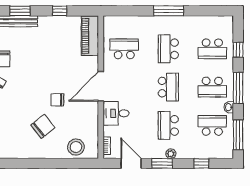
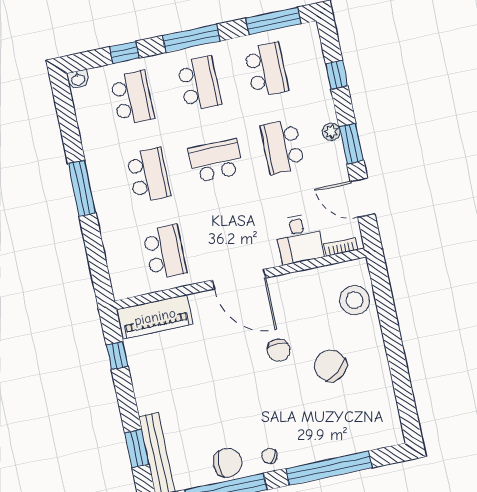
window: (60, 11) -> (117, 356), moved
school desk: (124, 49) -> (165, 252), turned 180
school desk: (168, 49) -> (148, 175), turned -90
washbasin: (229, 107) -> (78, 79), moved
desk: (116, 113) -> (299, 239), moved
school desk: (168, 125) -> (283, 147), turned 90
school desk: (212, 125) -> (266, 70), turned 180
door: (131, 163) -> (363, 198), hinge flipped

